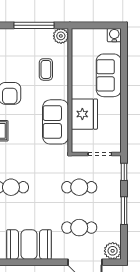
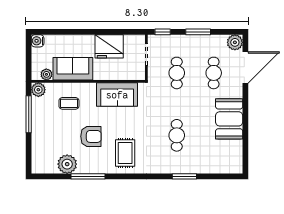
plant: (78, 45) -> (46, 74), added
sofa: (109, 75) -> (73, 69), moved, turned 180
fridge: (84, 114) -> (109, 46), moved, turned 180

